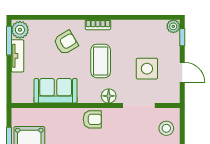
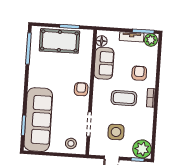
plant: (173, 26) -> (142, 149), width x1.87, depth x1.87
armchair: (66, 43) -> (139, 73), turned -149
floor lamp: (109, 96) -> (102, 41), moved
armchair: (92, 119) -> (81, 89), turned 180

